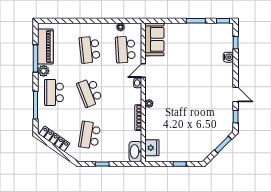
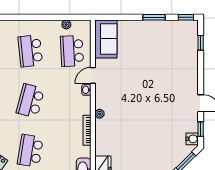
water cooler: (228, 57) -> (192, 139), moved
school desk: (90, 92) -> (30, 101), turned 36

